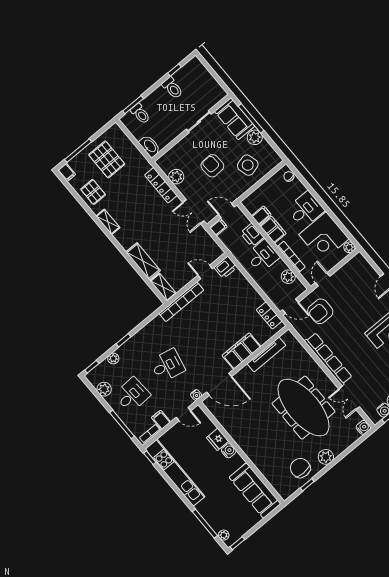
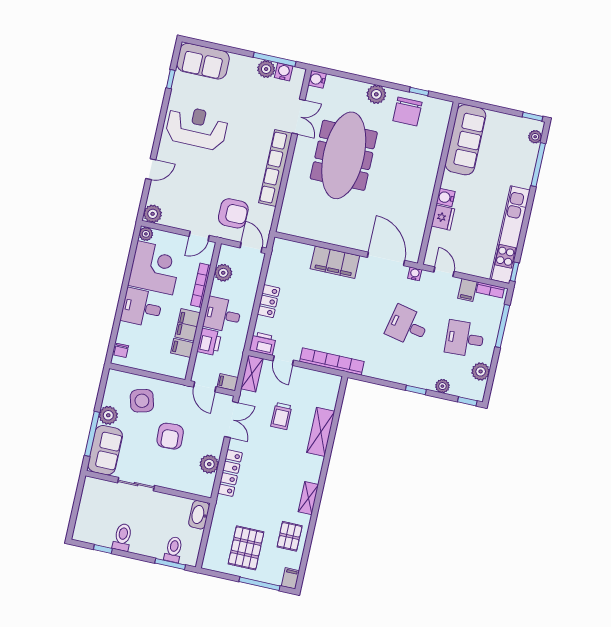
trolley: (172, 244) -> (281, 416), added
plant: (359, 261) -> (153, 214), added
shelving: (163, 287) -> (252, 374), moved
locker: (269, 315) -> (268, 301), moved
tv unit: (266, 355) -> (319, 234), removed

